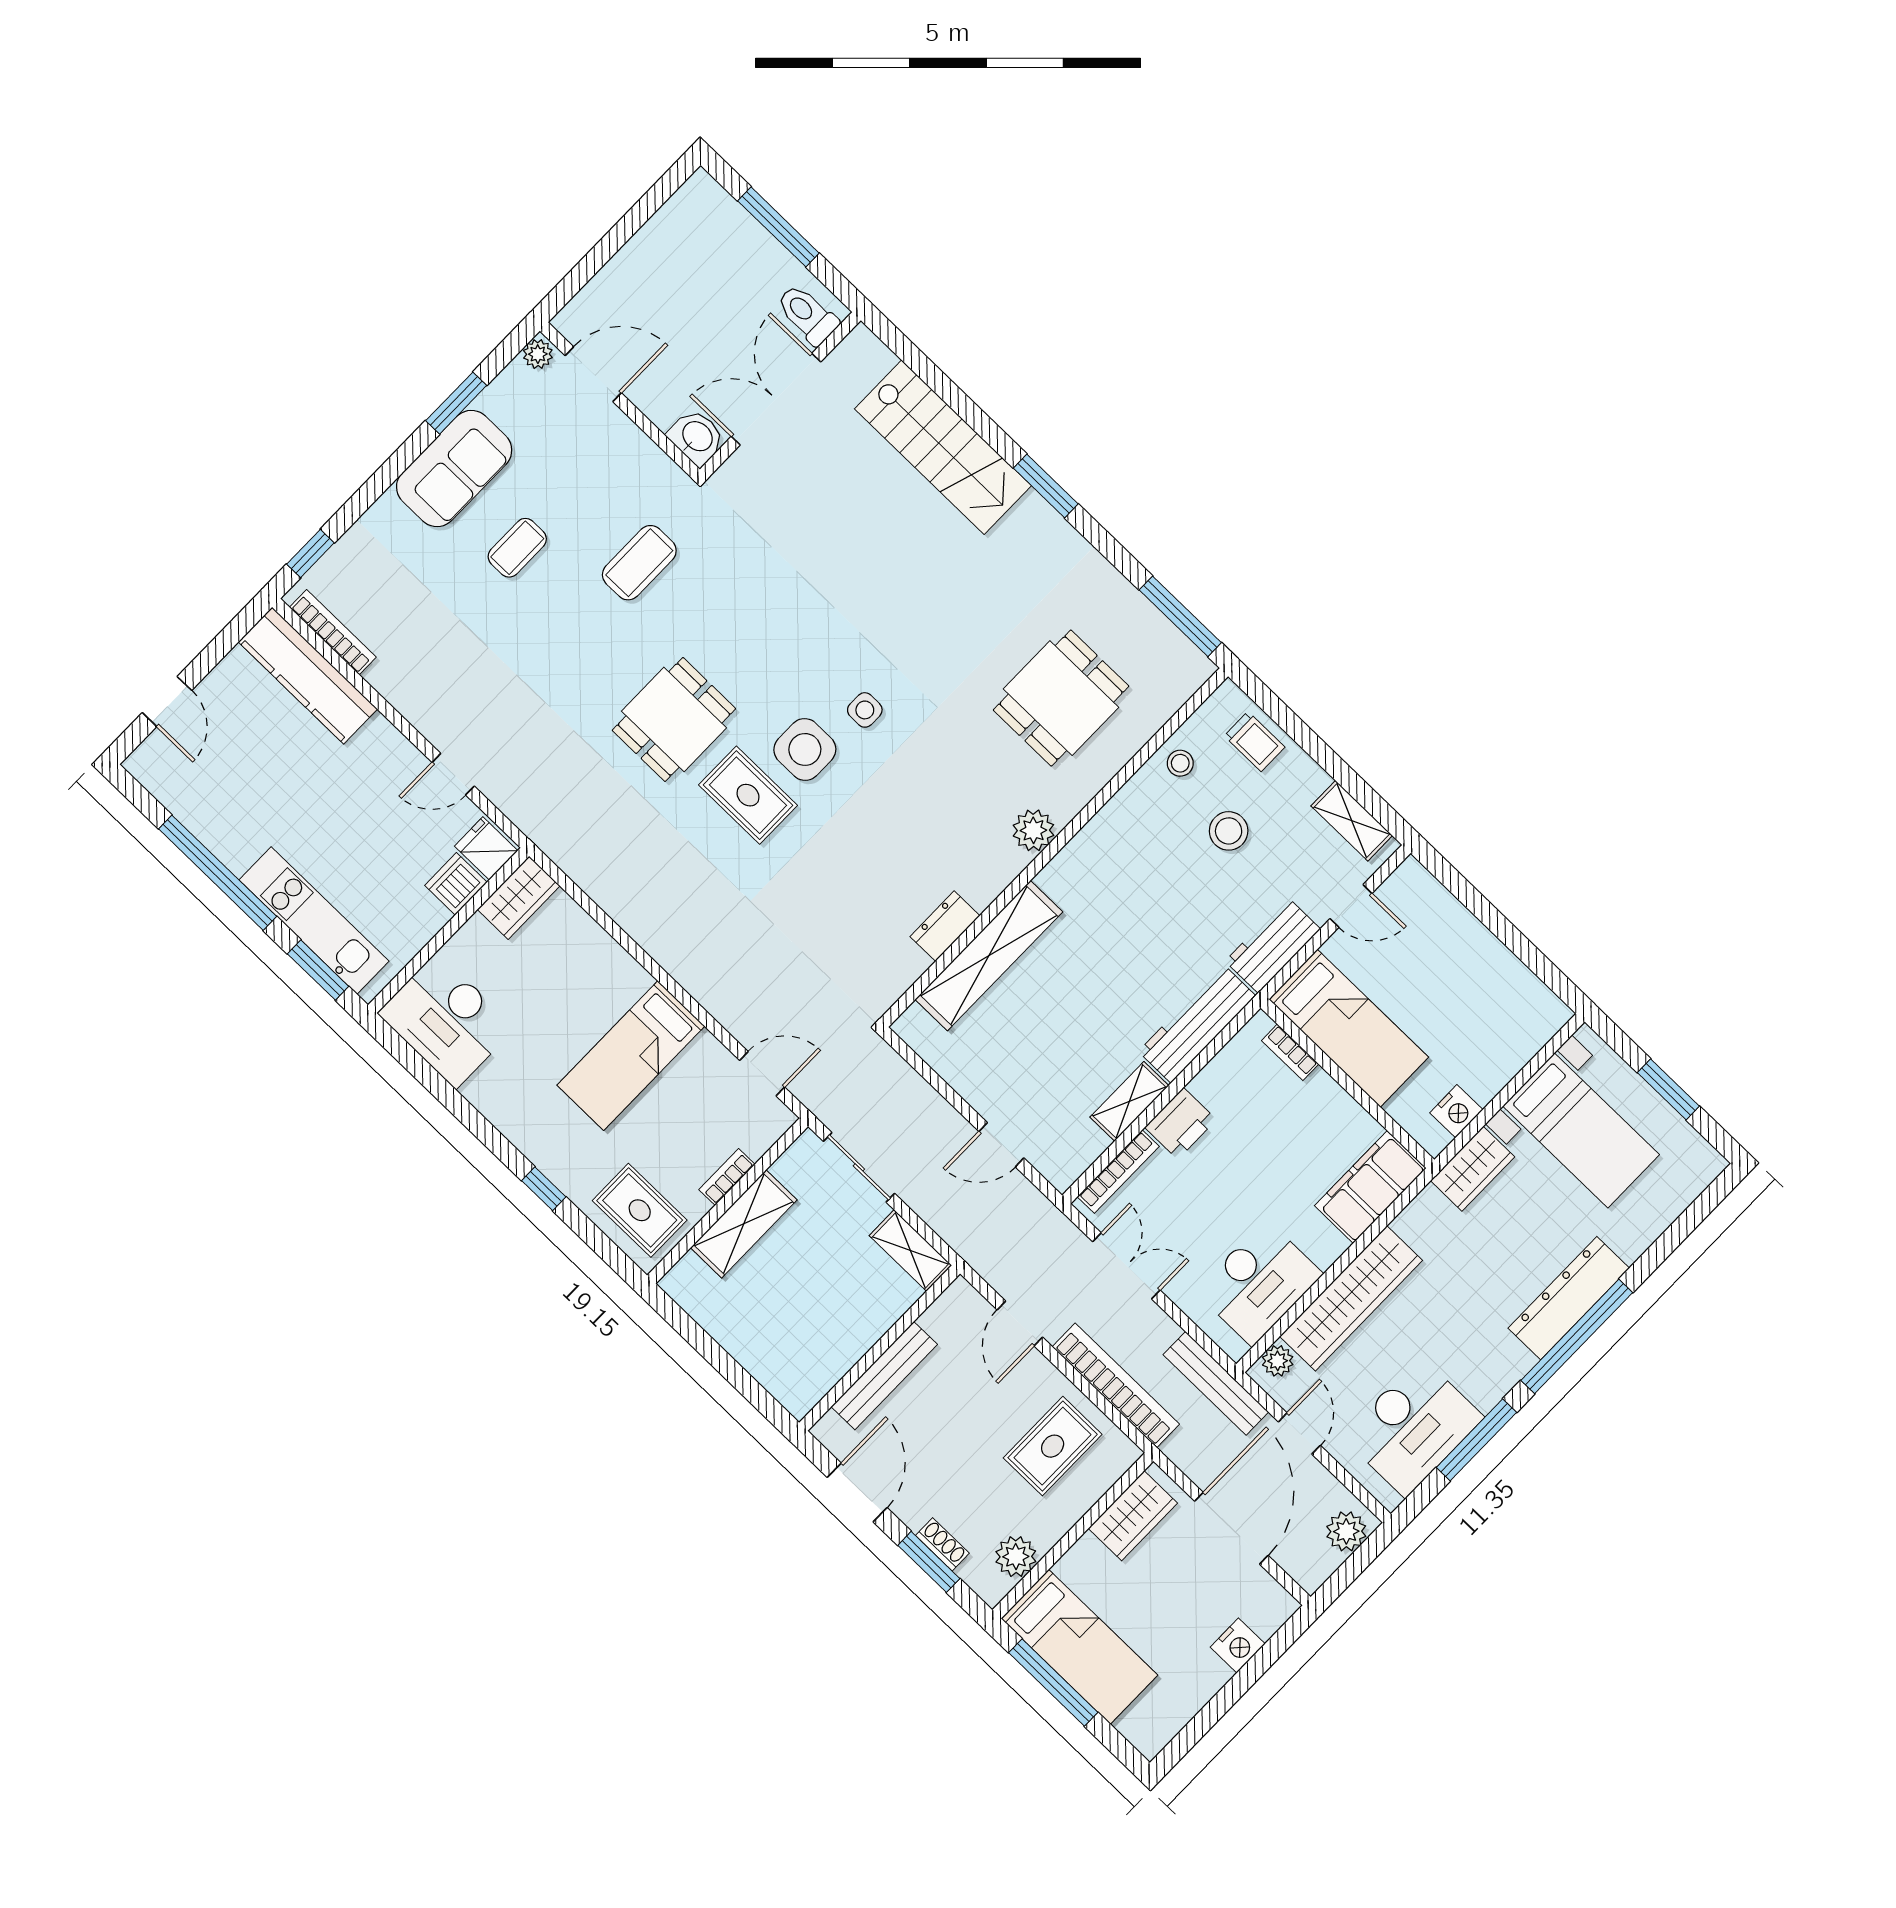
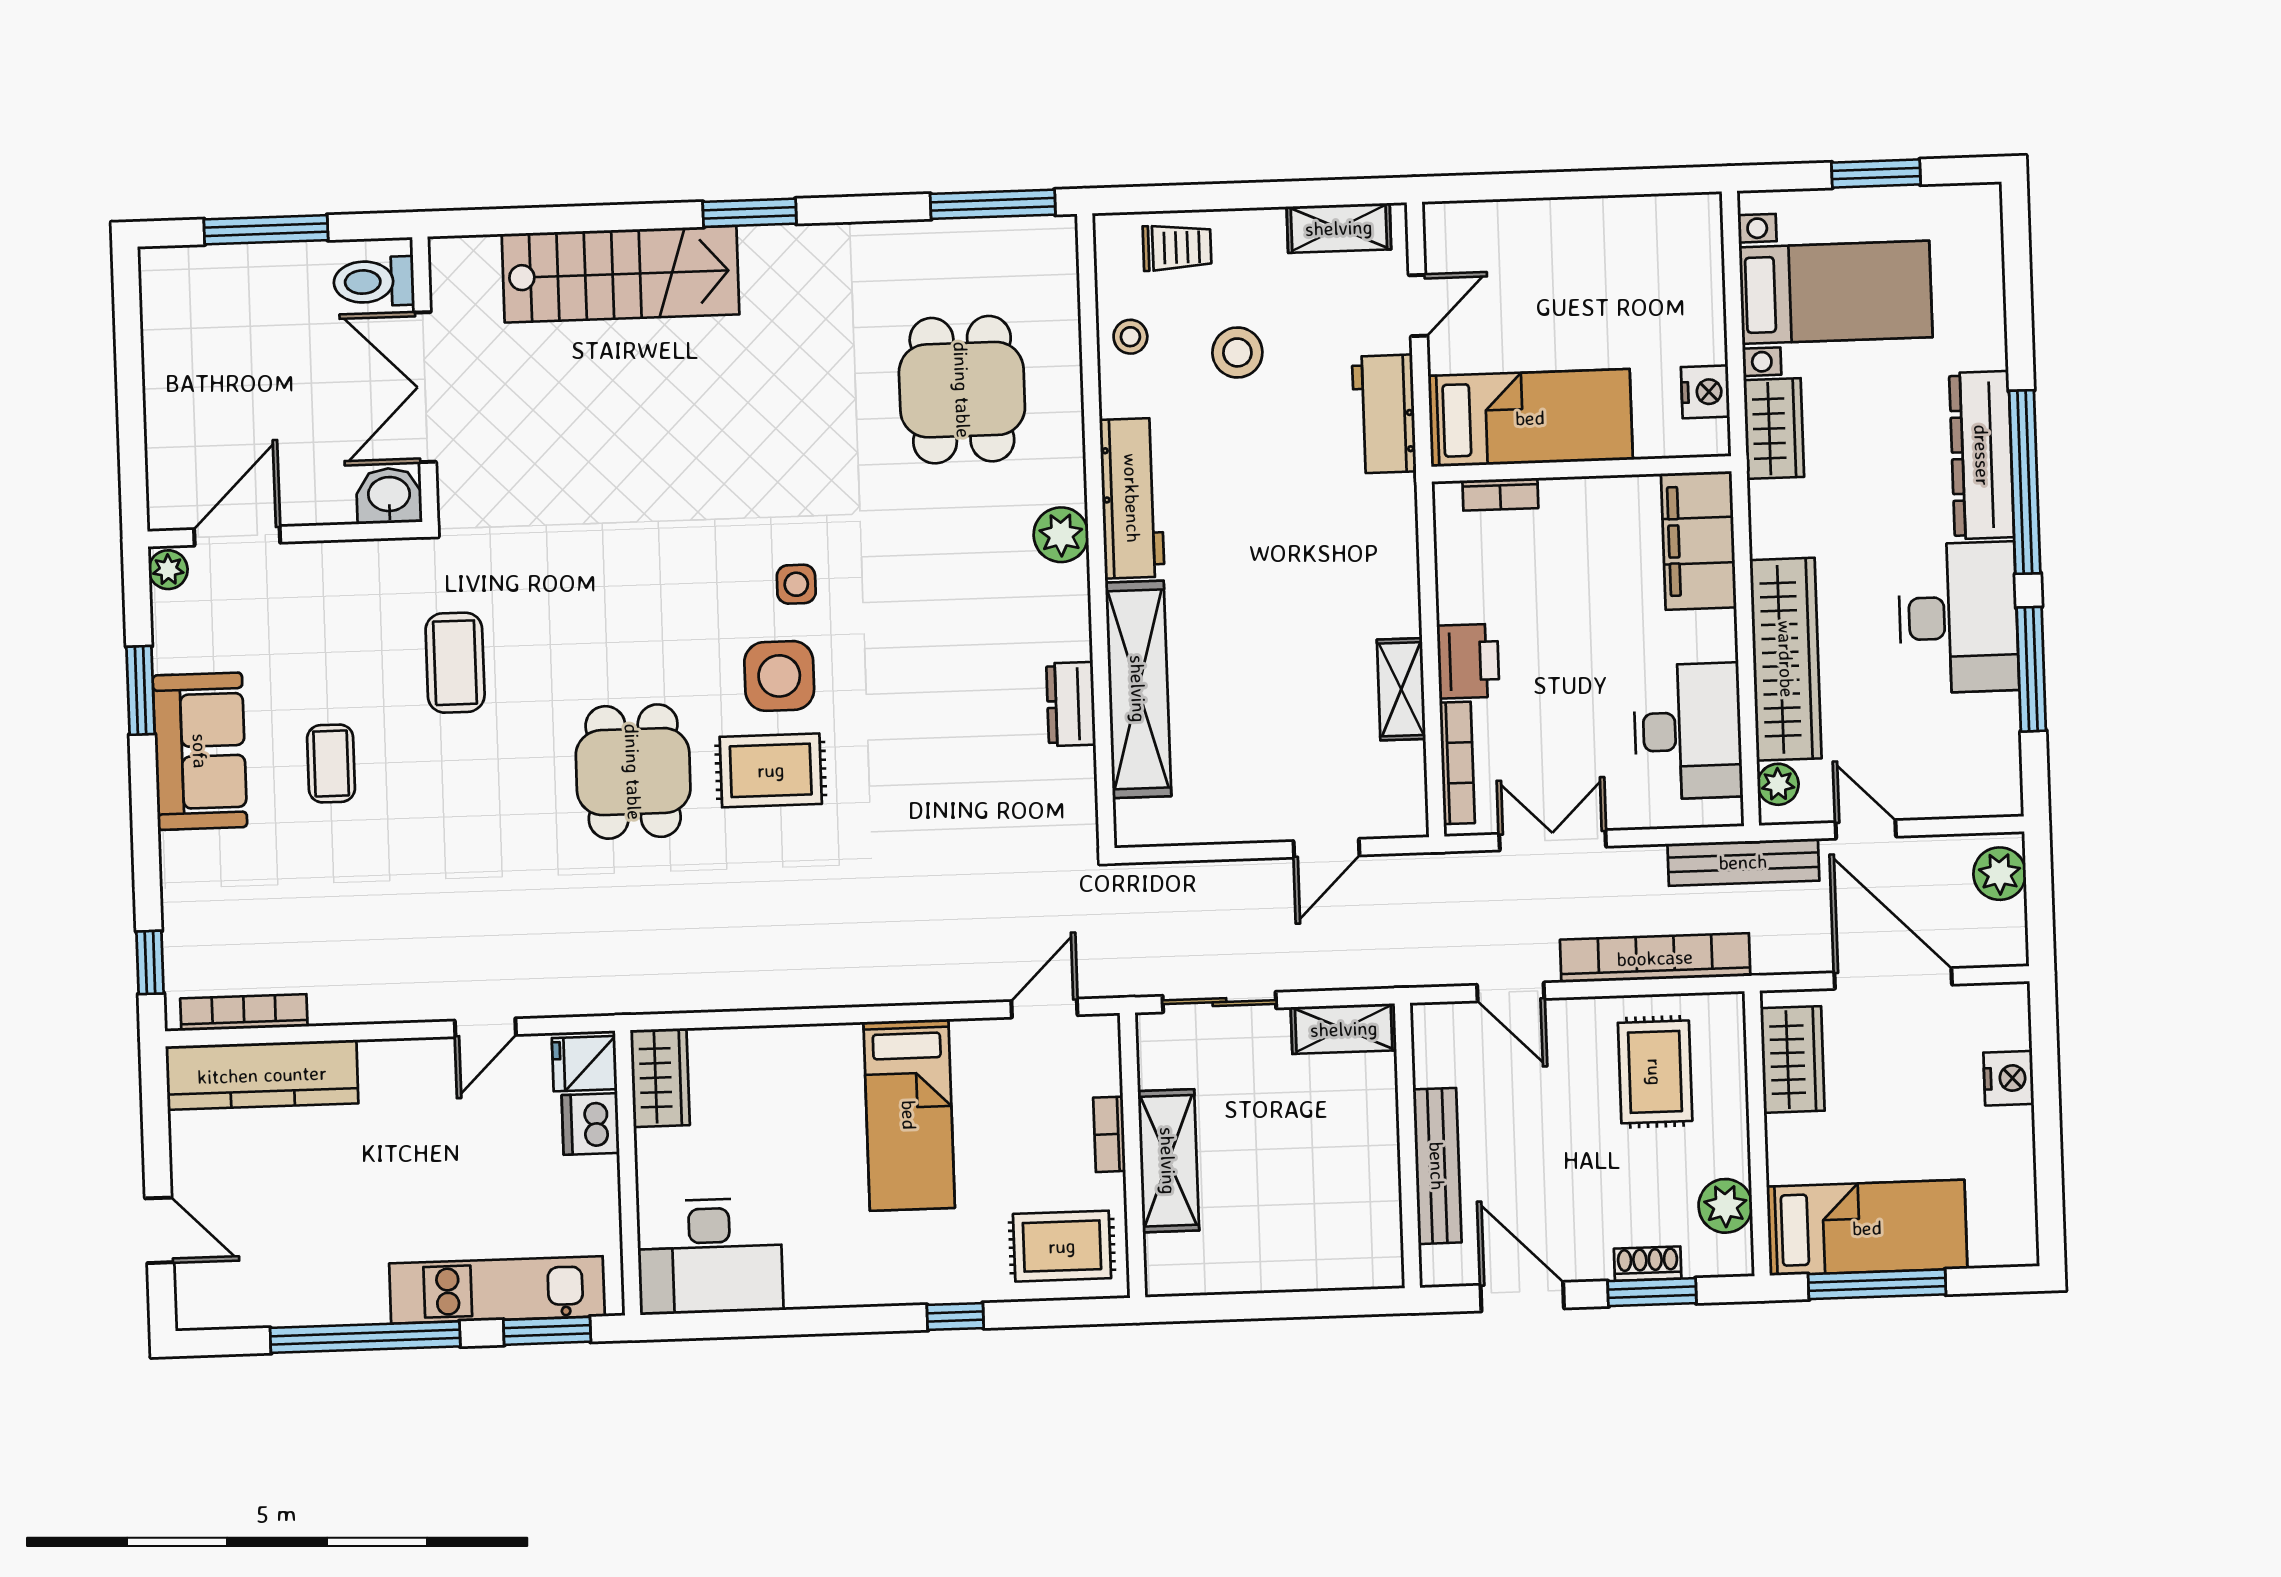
workbench: (1197, 1024) -> (1132, 498), moved, turned 180
desk: (1413, 1427) -> (1958, 618), moved

